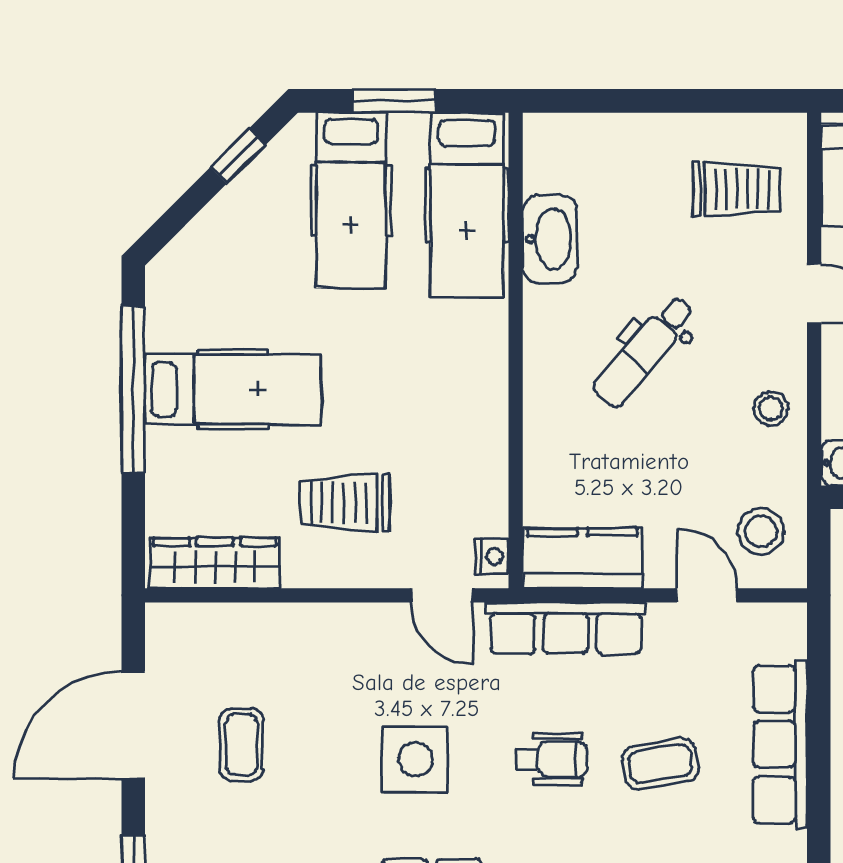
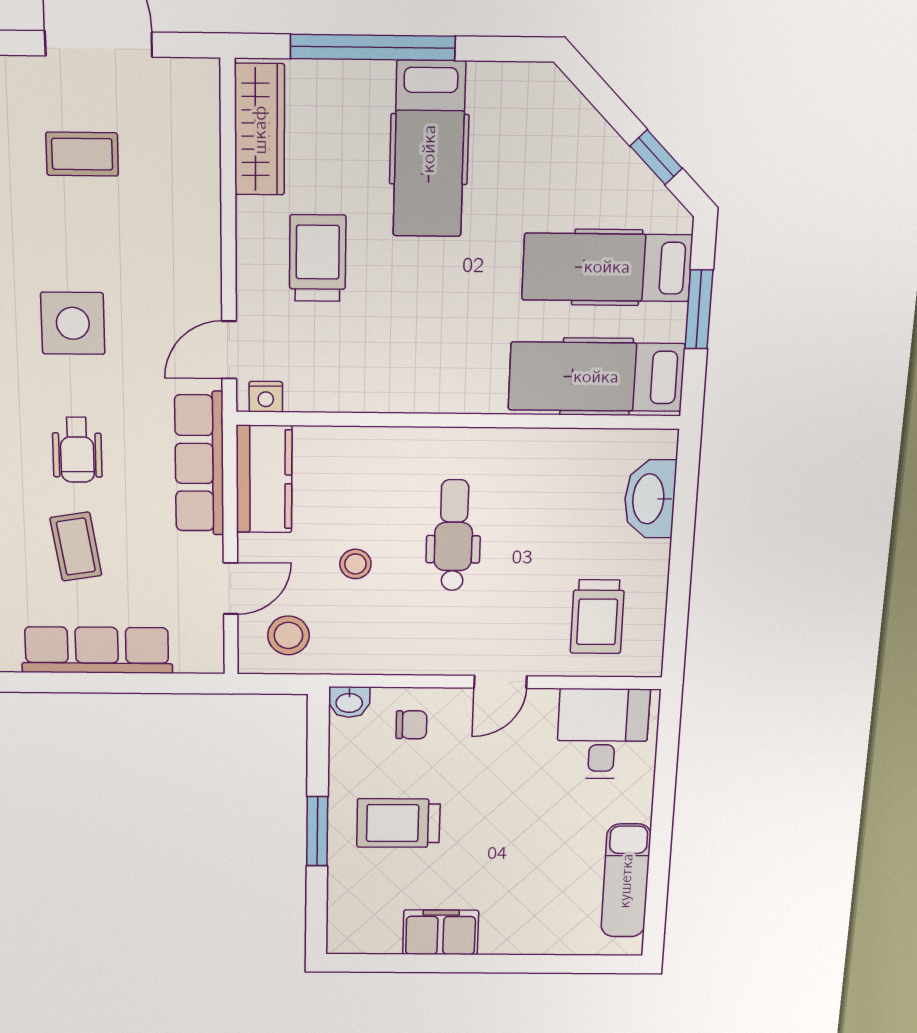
washbasin: (549, 239) -> (650, 499), moved, turned 90
dental chair: (644, 352) -> (454, 535), turned 50
window: (133, 389) -> (373, 47), moved
stool: (771, 408) -> (355, 564), moved

